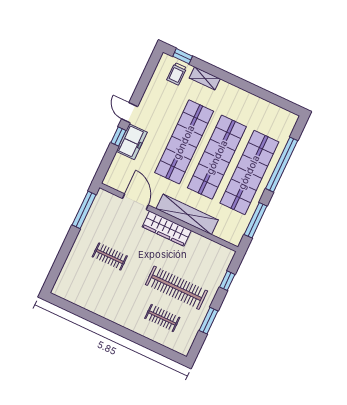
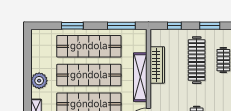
plant: (237, 98) -> (39, 81), added
window: (282, 165) -> (72, 26), width x0.47
wardrobe: (167, 229) -> (157, 65), moved

